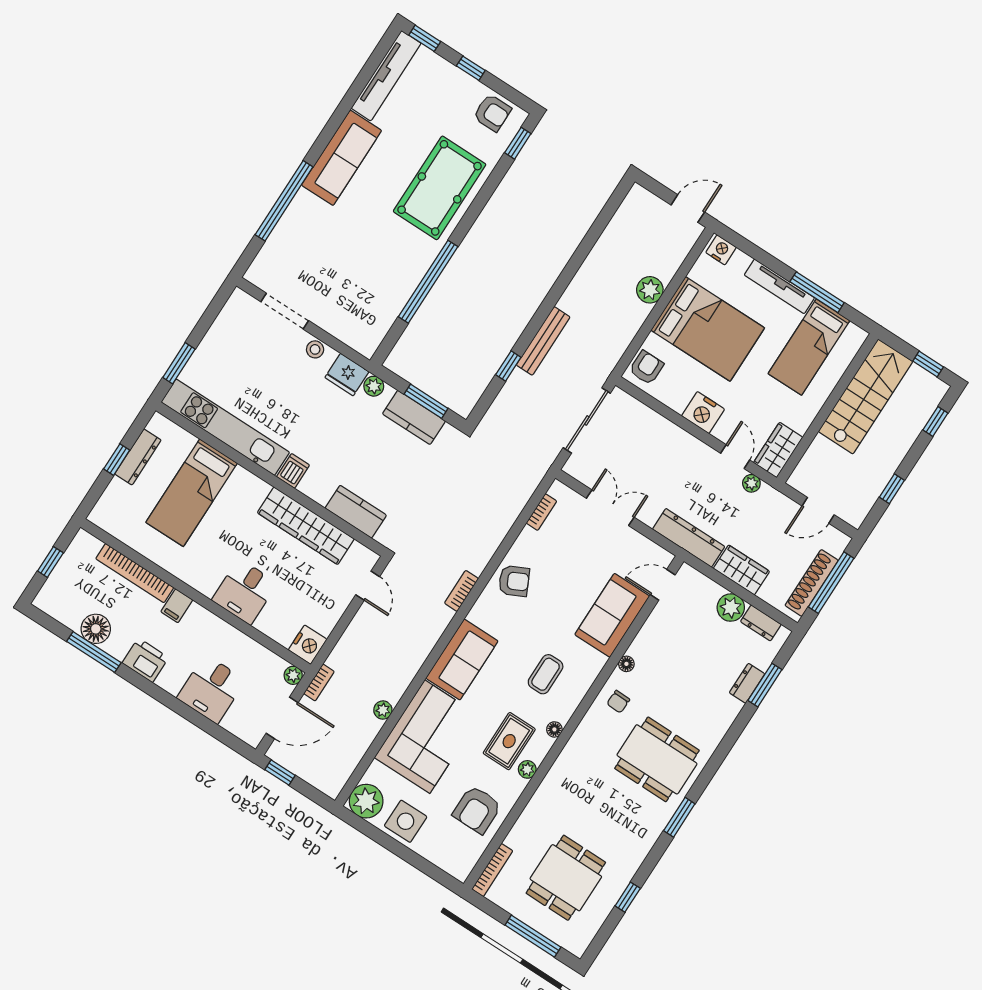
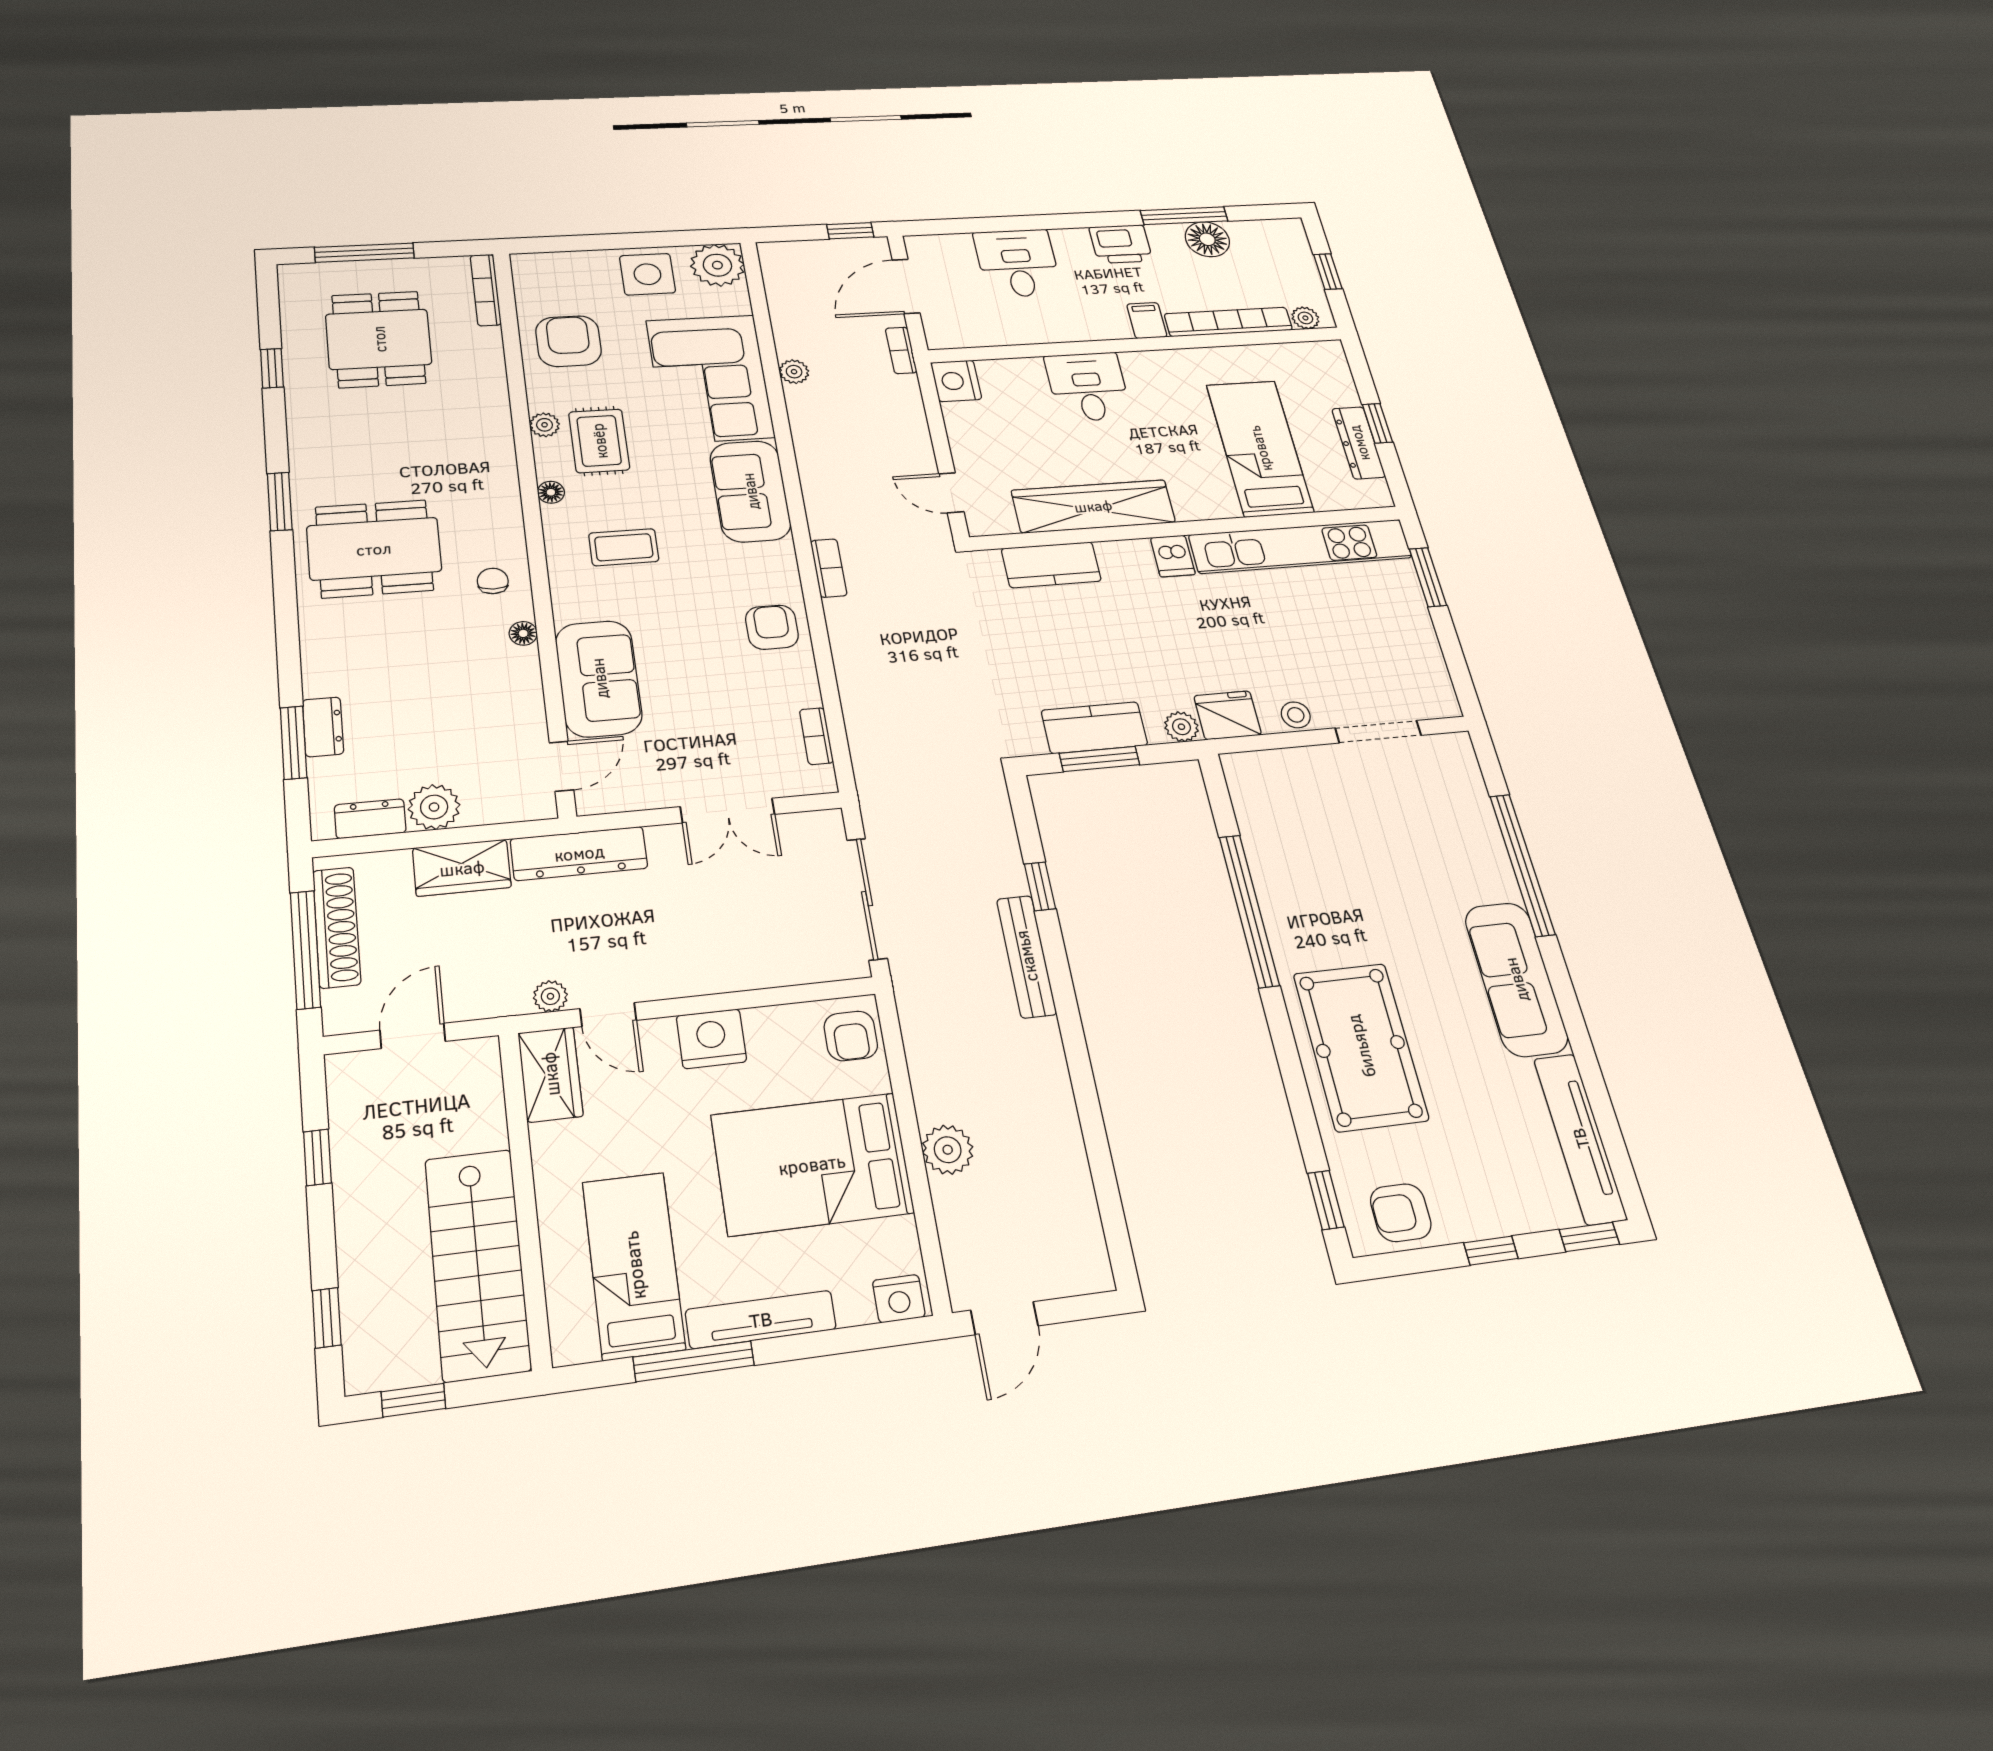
armchair: (514, 581) -> (772, 627), turned 116
coffee table: (546, 674) -> (624, 547), turned 90
plant: (293, 675) -> (1305, 318), moved

